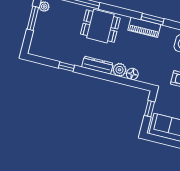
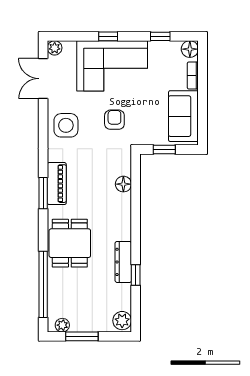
window: (153, 19) -> (43, 193), moved
dresser: (97, 65) -> (123, 262), moved
plant: (120, 70) -> (122, 321), moved

